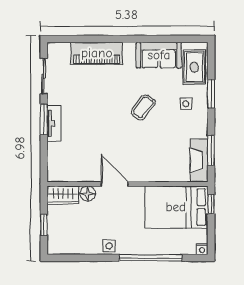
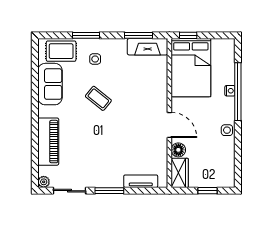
plant: (53, 48) -> (44, 182), added
tv unit: (54, 124) -> (141, 181), moved
door: (115, 184) -> (169, 125), swing flipped
nightstand: (202, 249) -> (230, 91), moved

